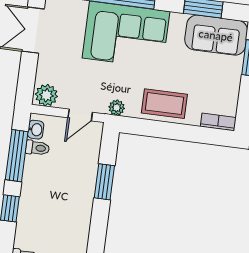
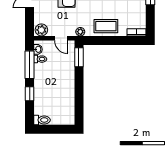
door: (80, 115) -> (61, 38), hinge flipped
window: (104, 182) -> (79, 57), moved

